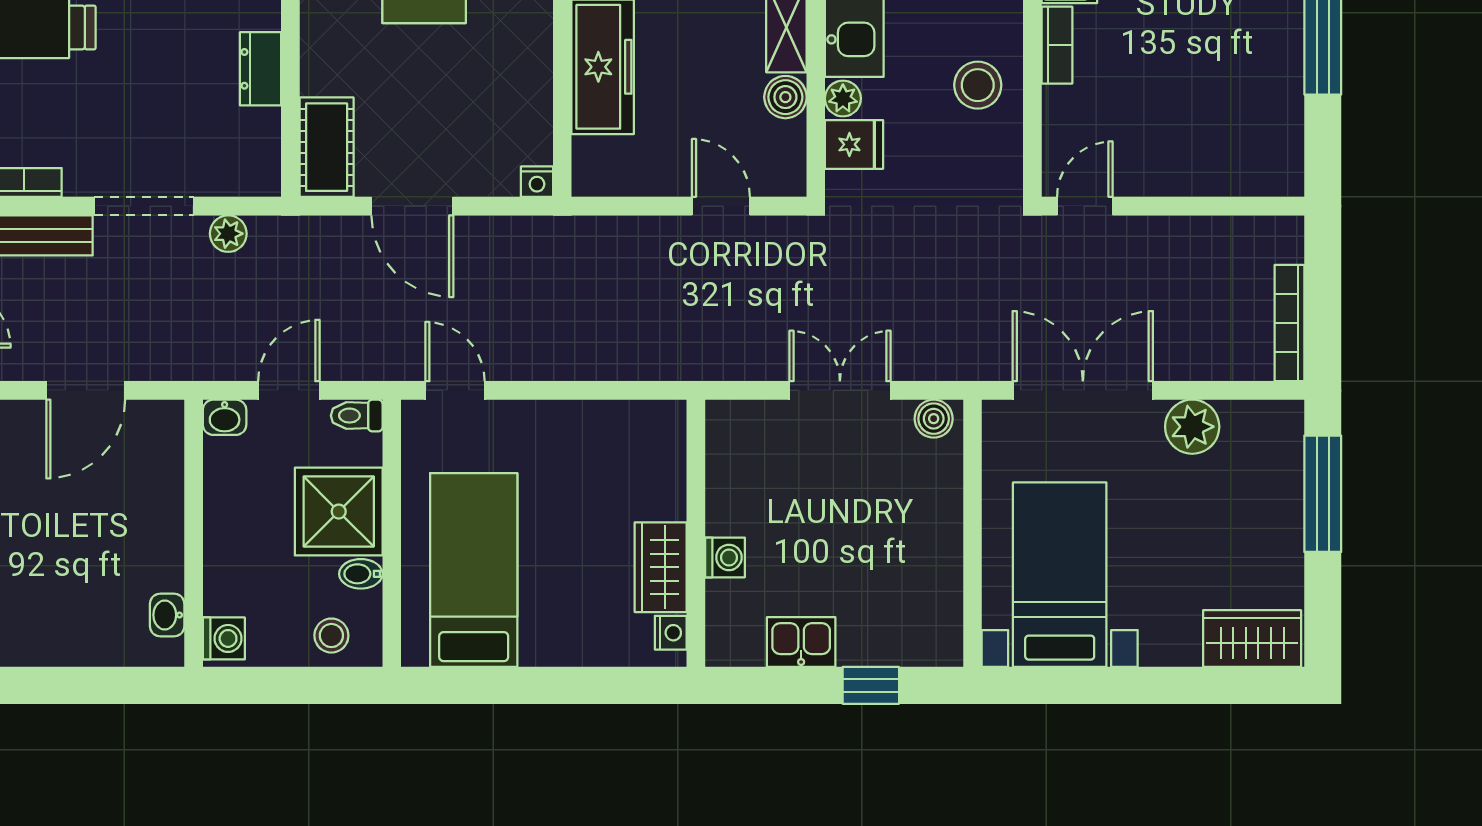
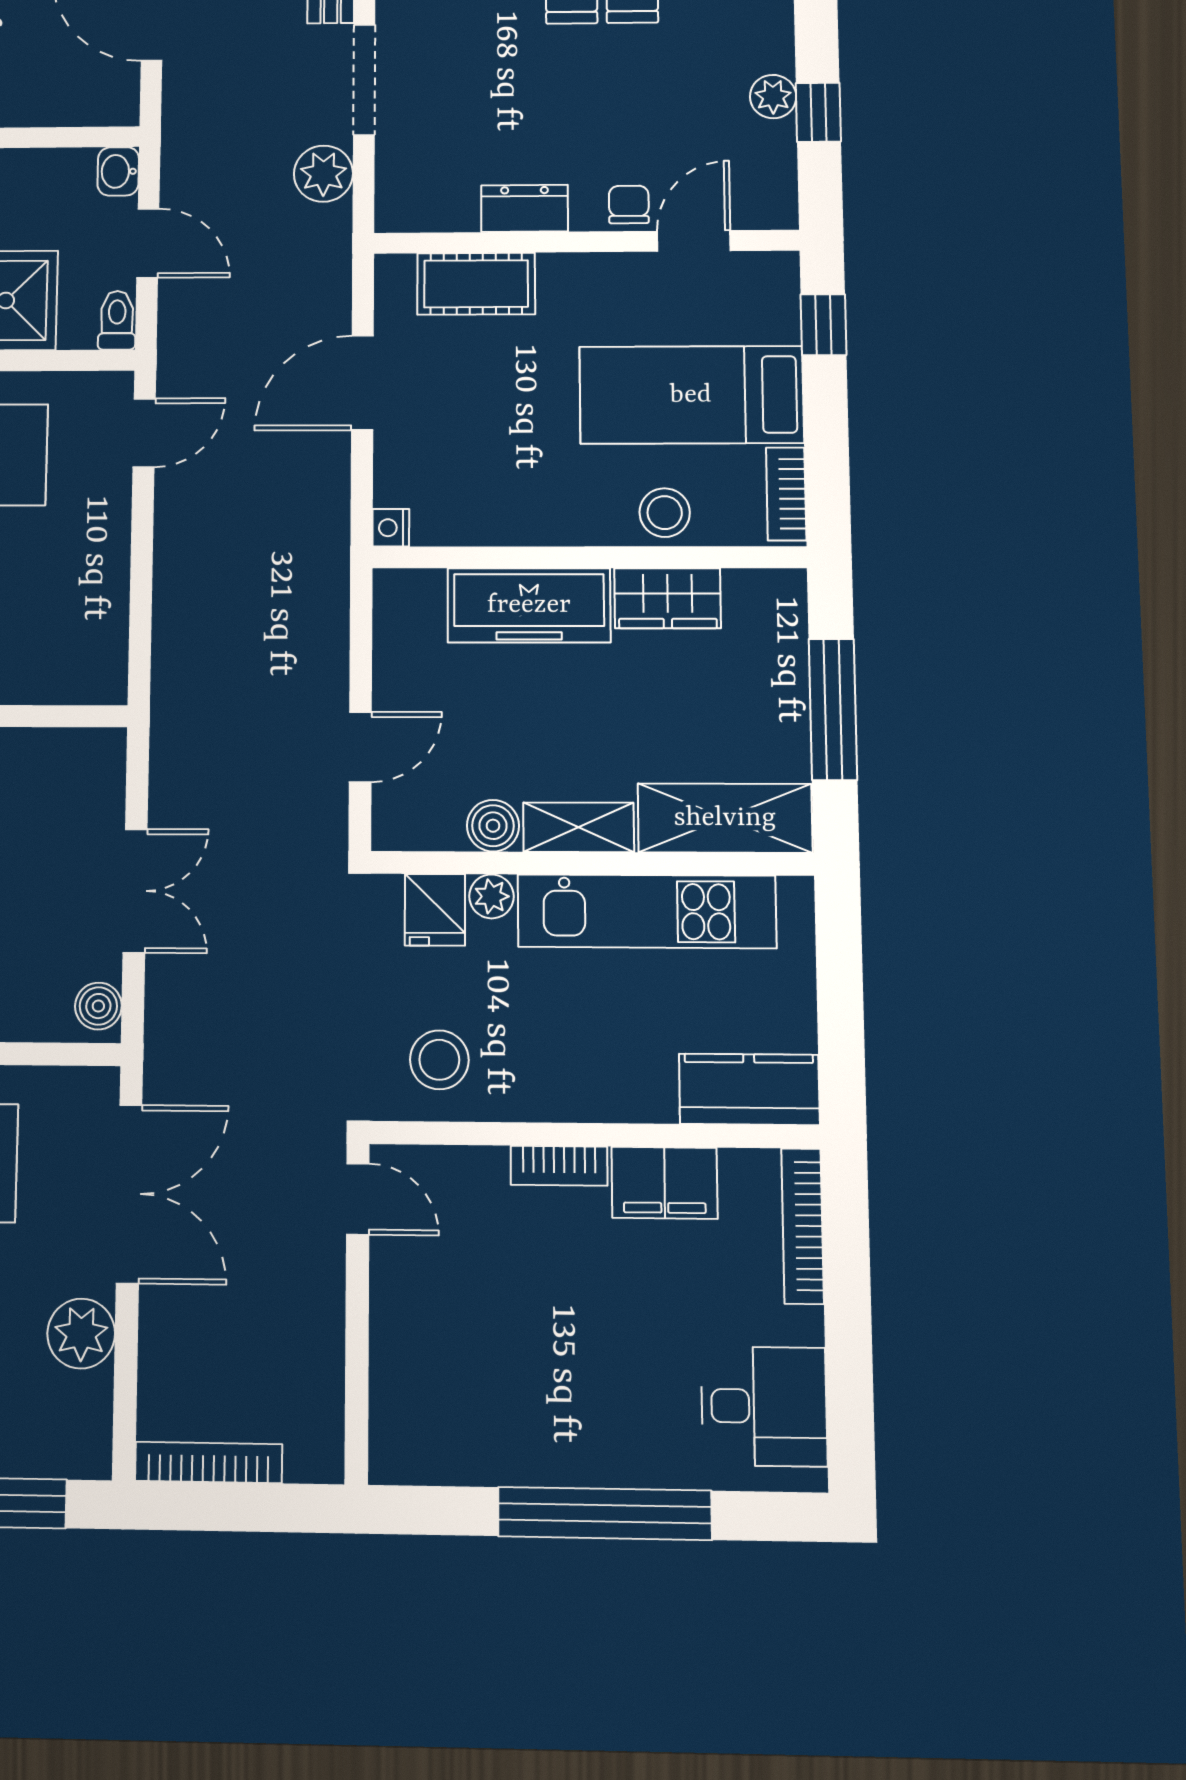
stool: (978, 85) -> (439, 1060), moved
cot: (327, 147) -> (476, 284), moved
plant: (228, 234) -> (323, 174), width x1.38, depth x1.38

